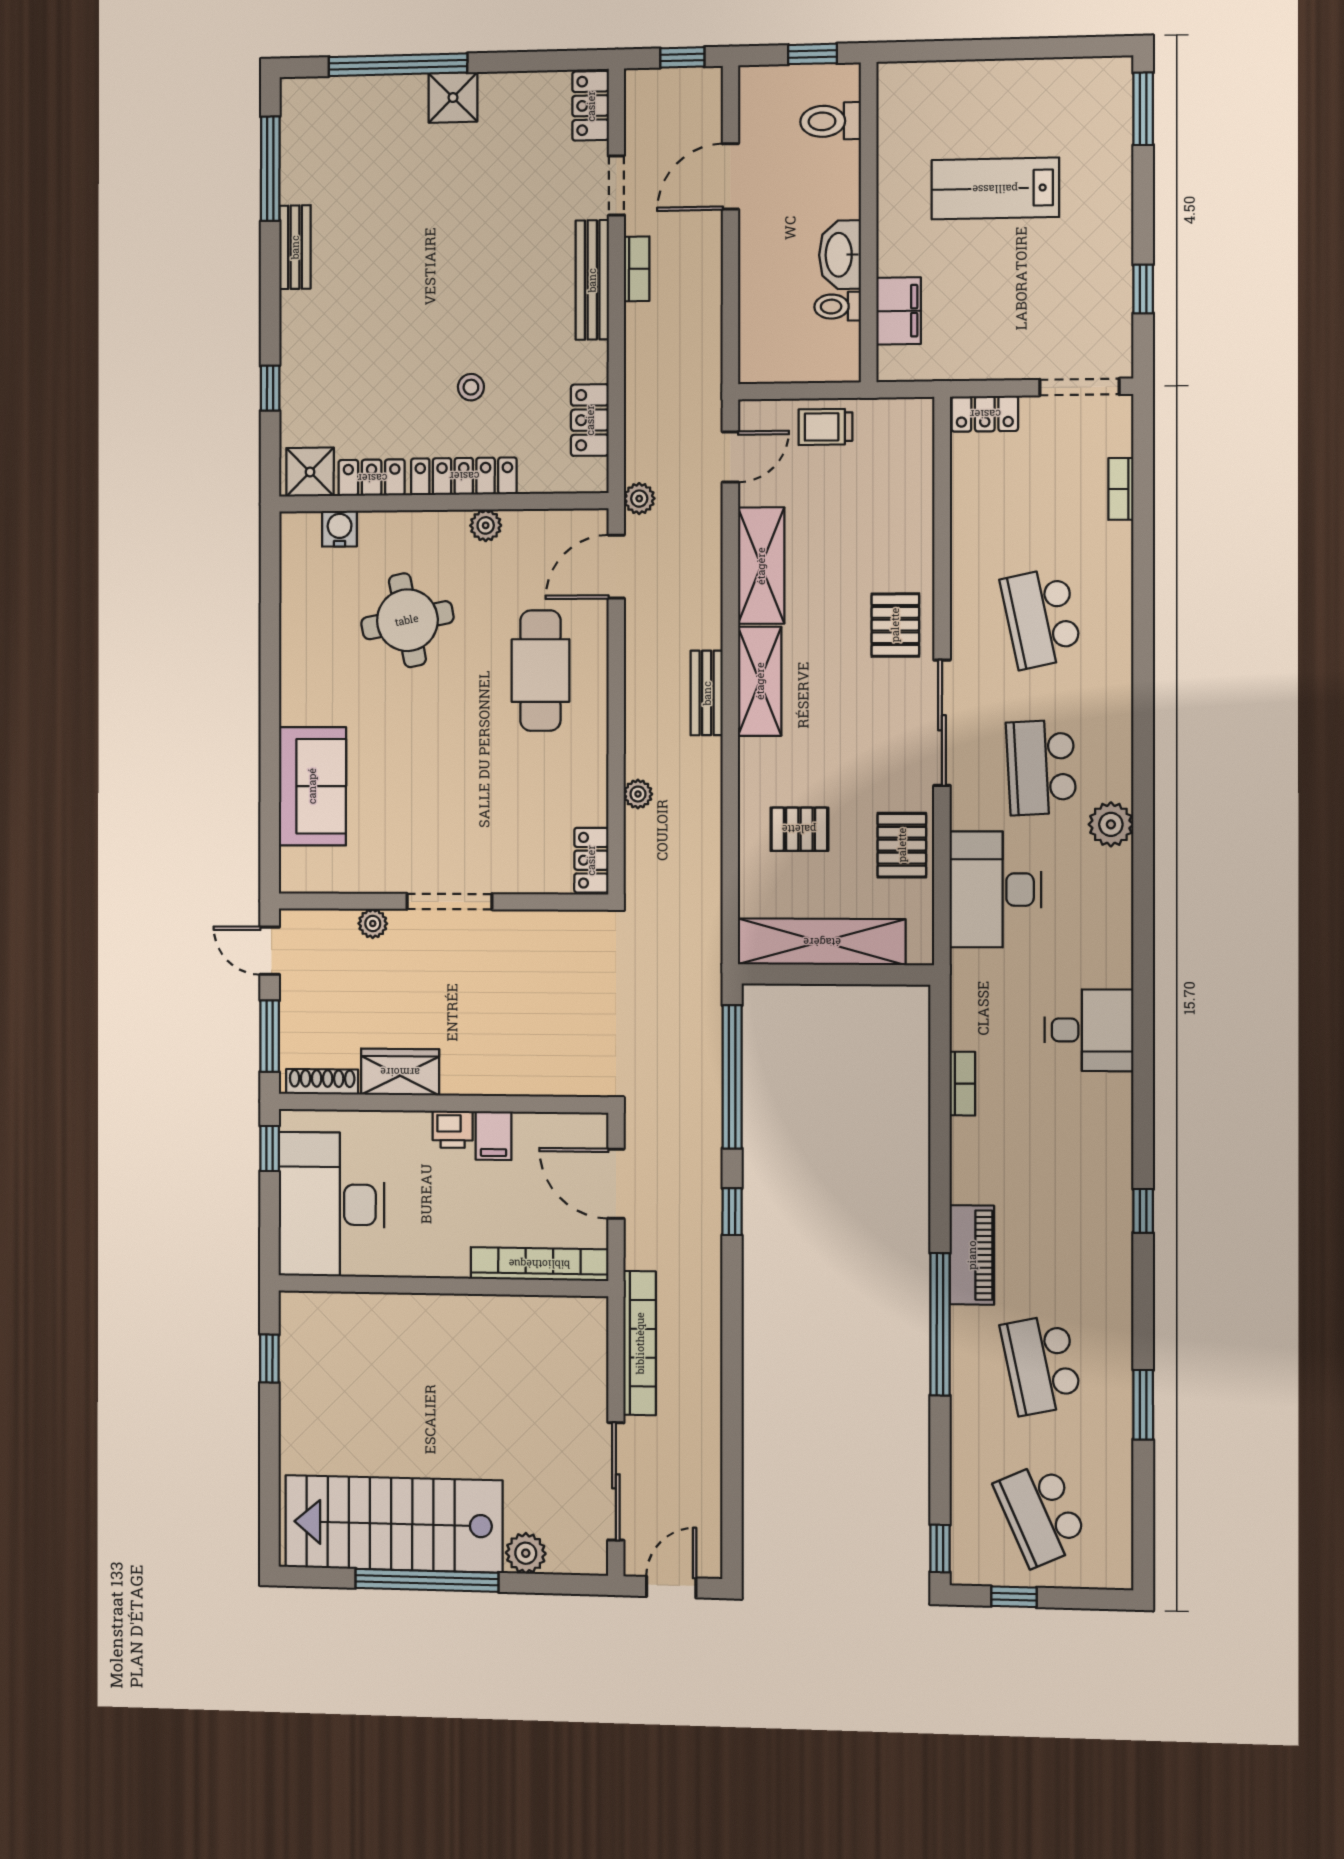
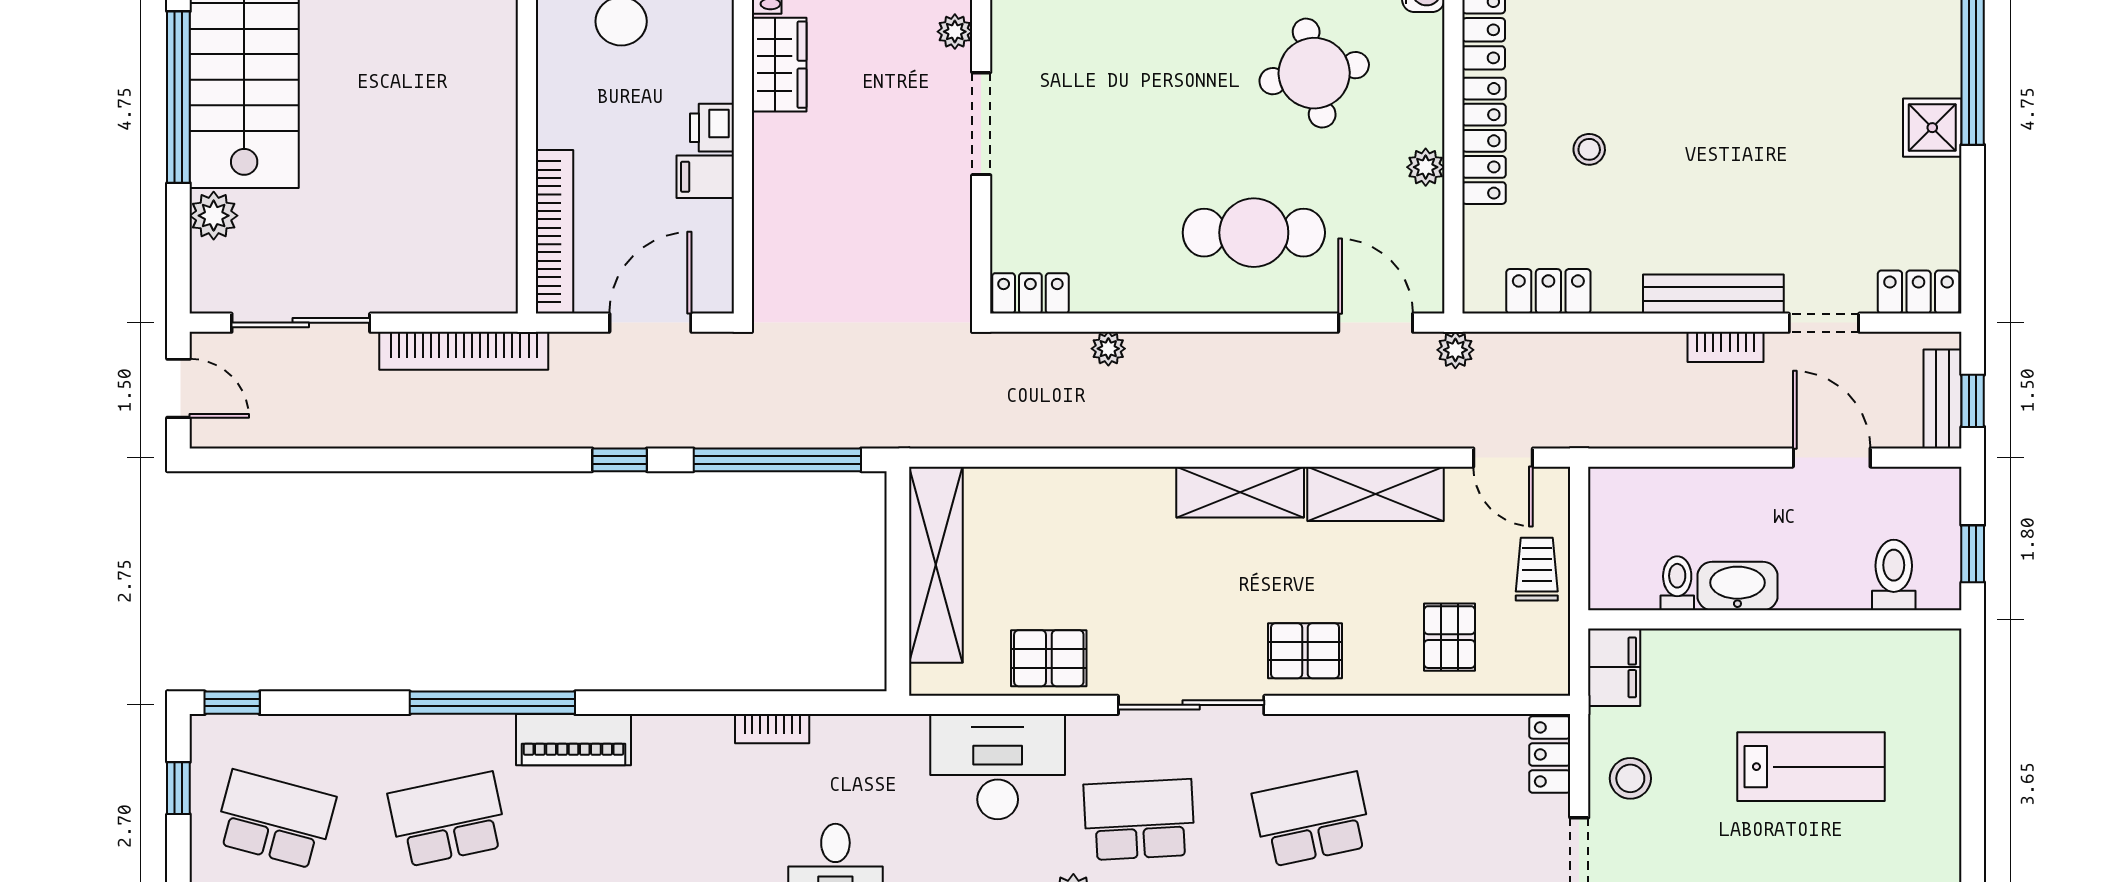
lab bench: (995, 189) -> (1811, 767), turned 90
filing cabinet: (899, 311) -> (1614, 667), moved, turned -90
stool: (1006, 344) -> (1630, 778), added
bench: (707, 693) -> (1943, 399), moved, turned 90
pallet: (799, 829) -> (1450, 637), moved
school desk: (1041, 1514) -> (275, 820), turned 39

